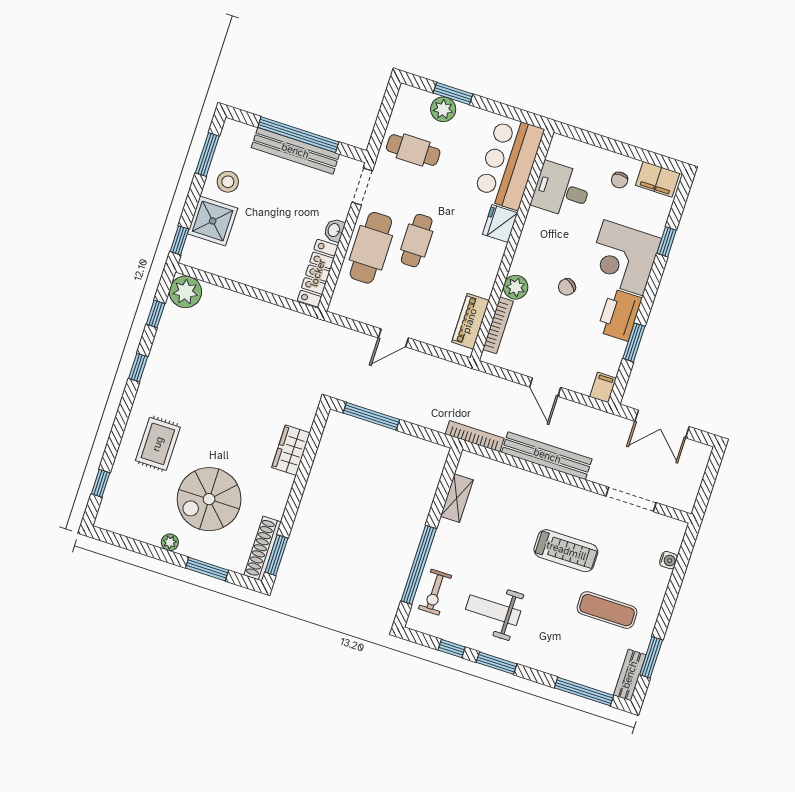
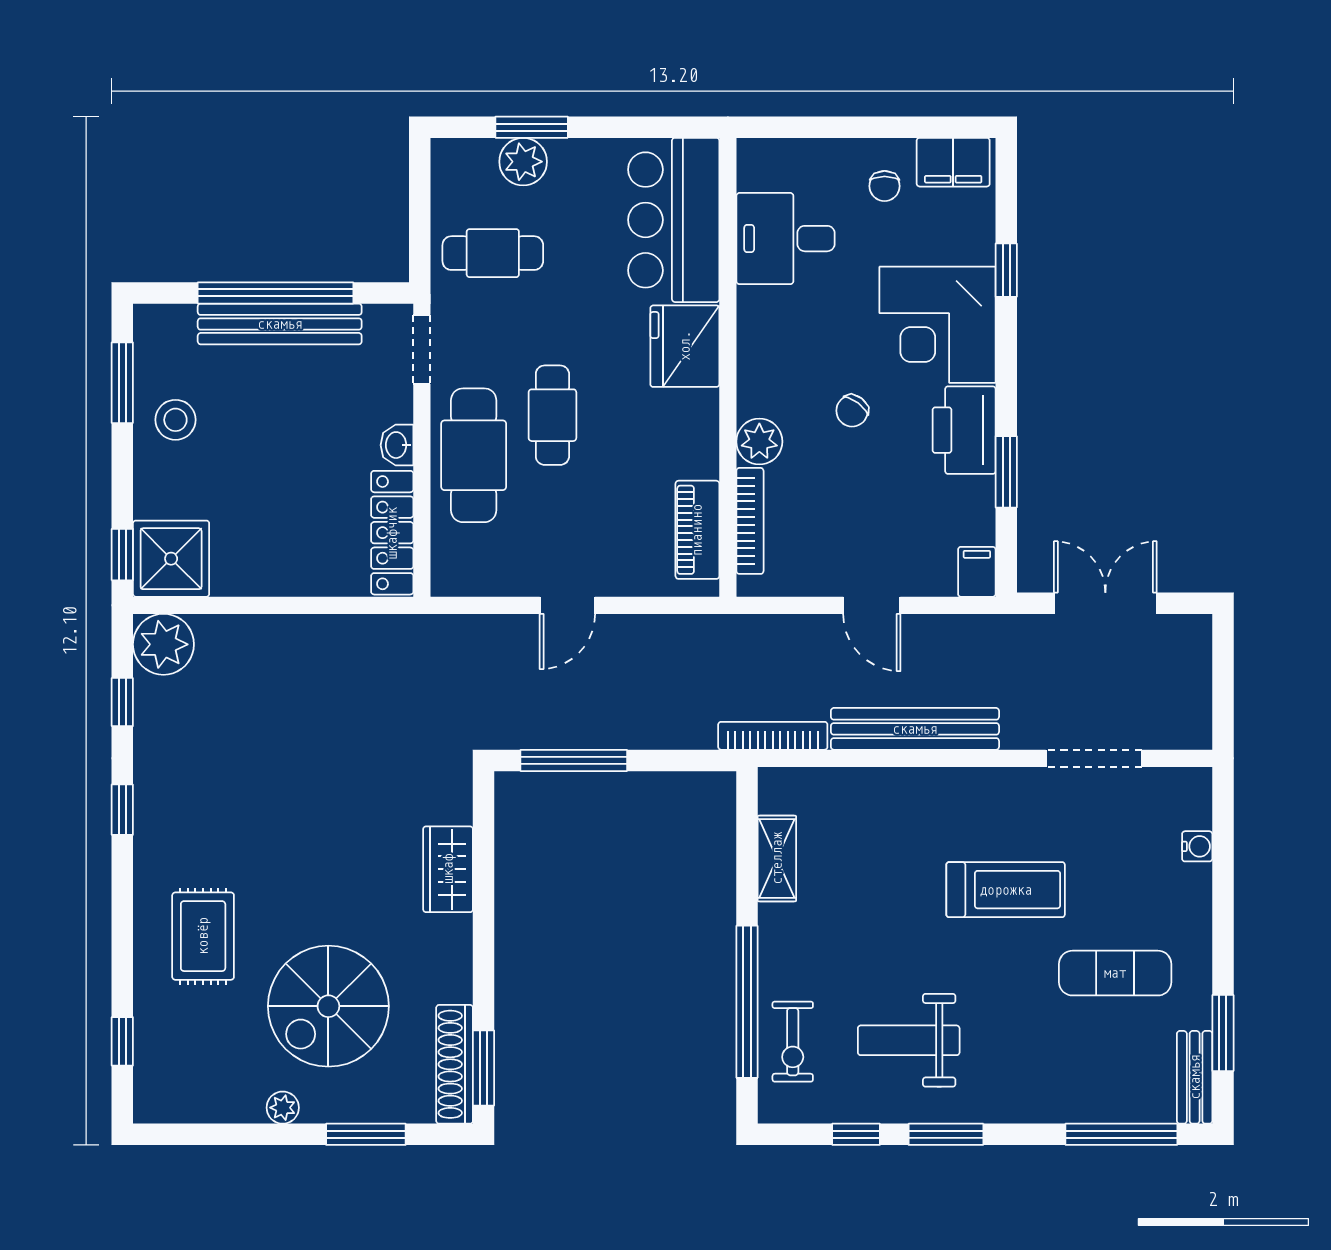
shower: (213, 221) -> (171, 559), moved
fridge: (500, 224) -> (685, 346), width x1.36, depth x1.34
double door: (662, 424) -> (1105, 603), swing flipped

